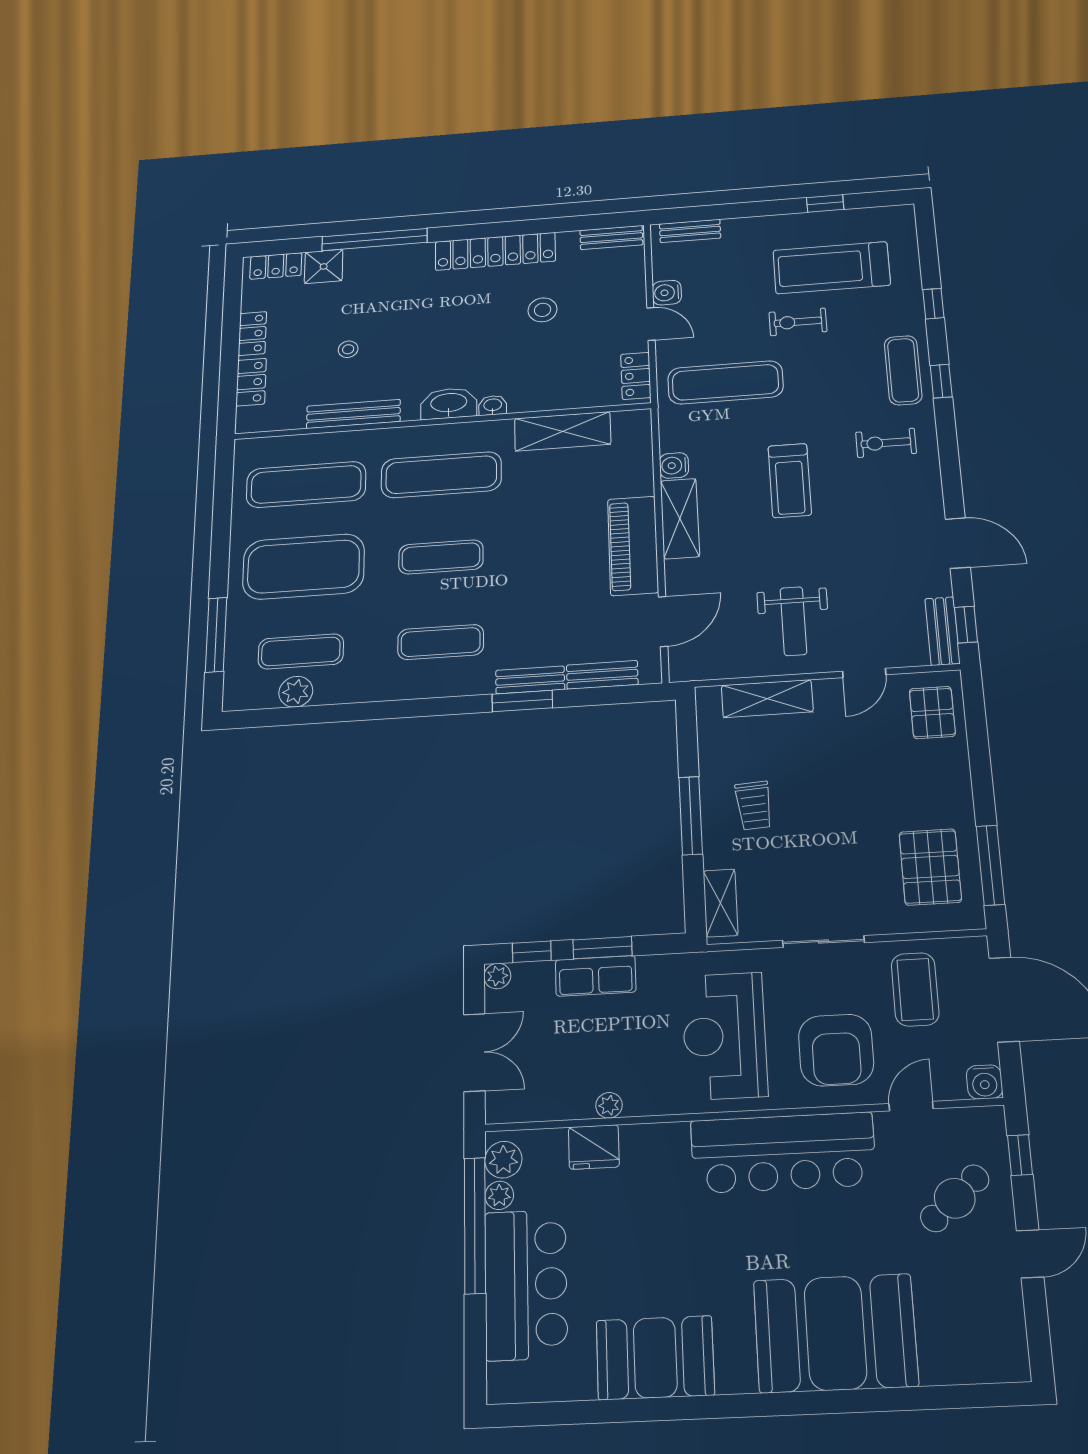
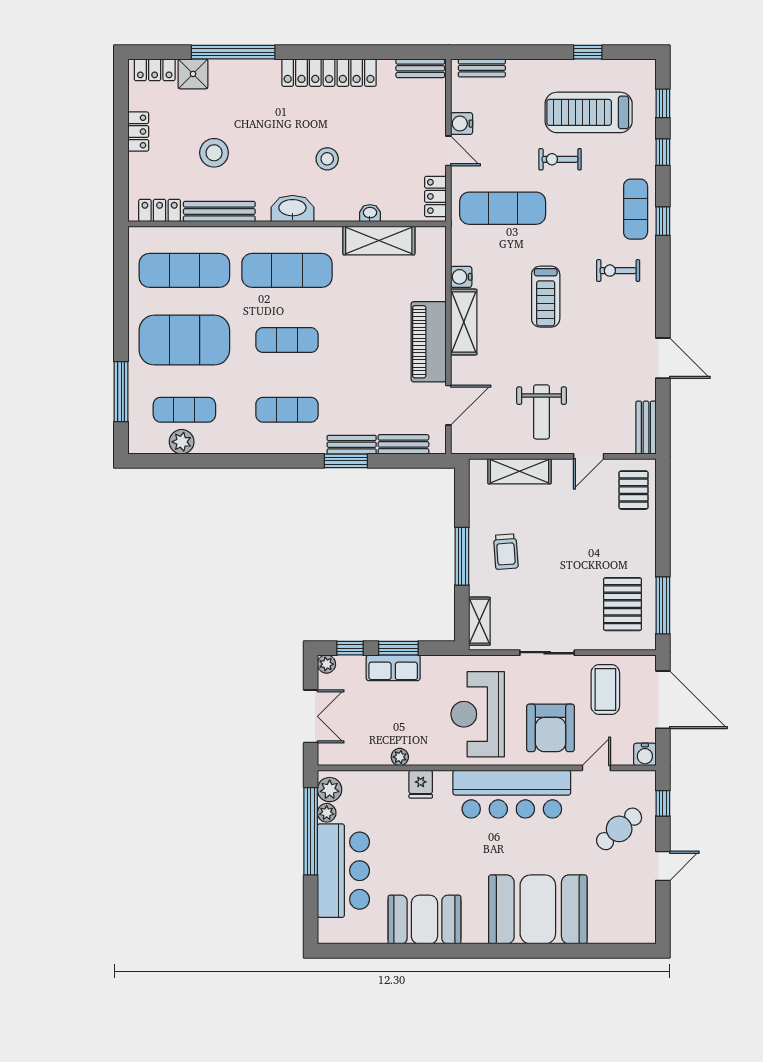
stool: (543, 310) -> (327, 159), moved
stool: (348, 349) -> (214, 153), width x1.89, depth x1.89
locker: (251, 382) -> (160, 210), moved, turned -90
washbasin: (493, 405) -> (370, 213), moved
window: (966, 625) -> (663, 103), moved
fridge: (594, 1147) -> (421, 784), moved, width x0.72

